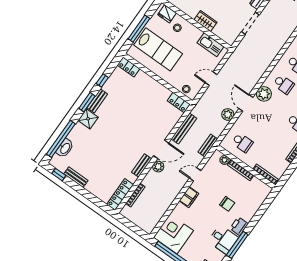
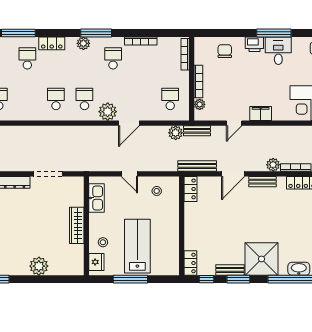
wardrobe: (205, 21) -> (77, 225), width x1.50
locker: (128, 67) -> (190, 263), moved
wall: (158, 79) -> (182, 226), moved
locker: (179, 103) -> (190, 189), moved
plant: (228, 114) -> (176, 133), moved
shower: (88, 119) -> (262, 259), width x1.86, depth x1.86
door: (161, 149) -> (233, 174), swing flipped
plant: (158, 167) -> (273, 165), moved
door: (195, 174) -> (234, 123), hinge flipped
chair: (227, 204) -> (225, 51), moved

